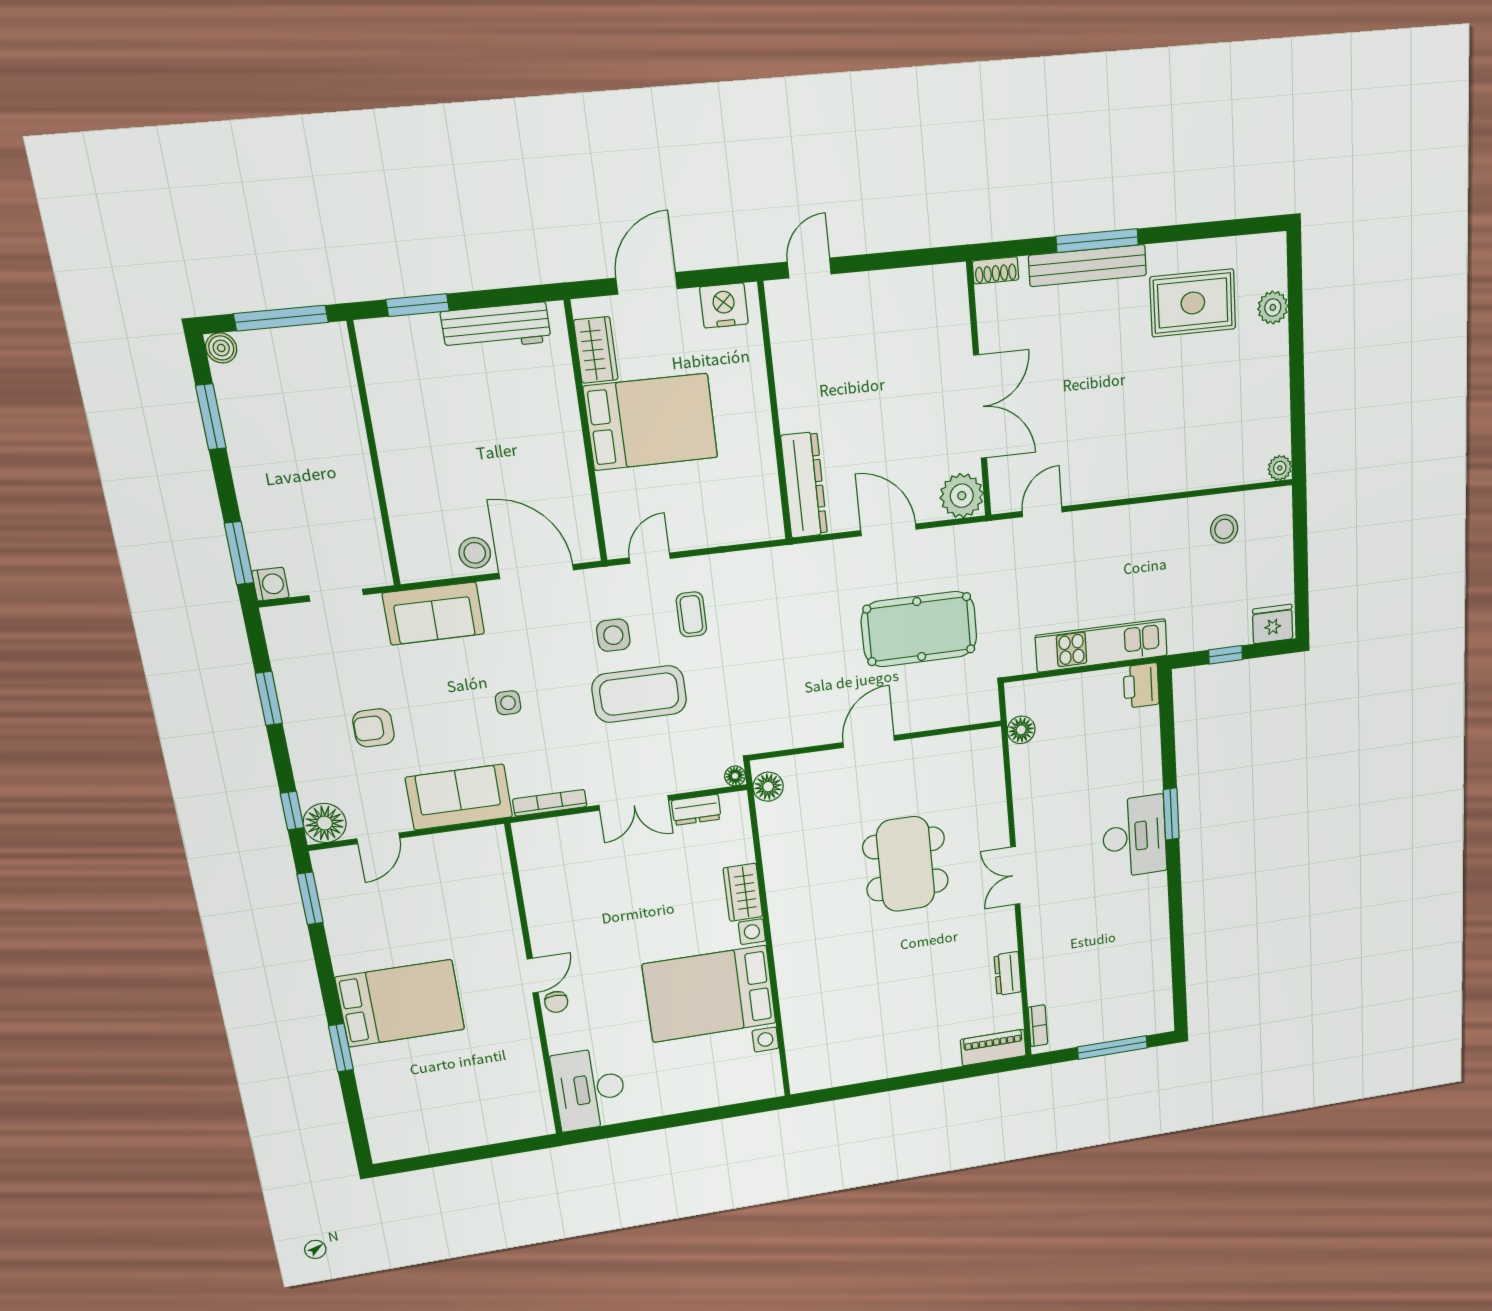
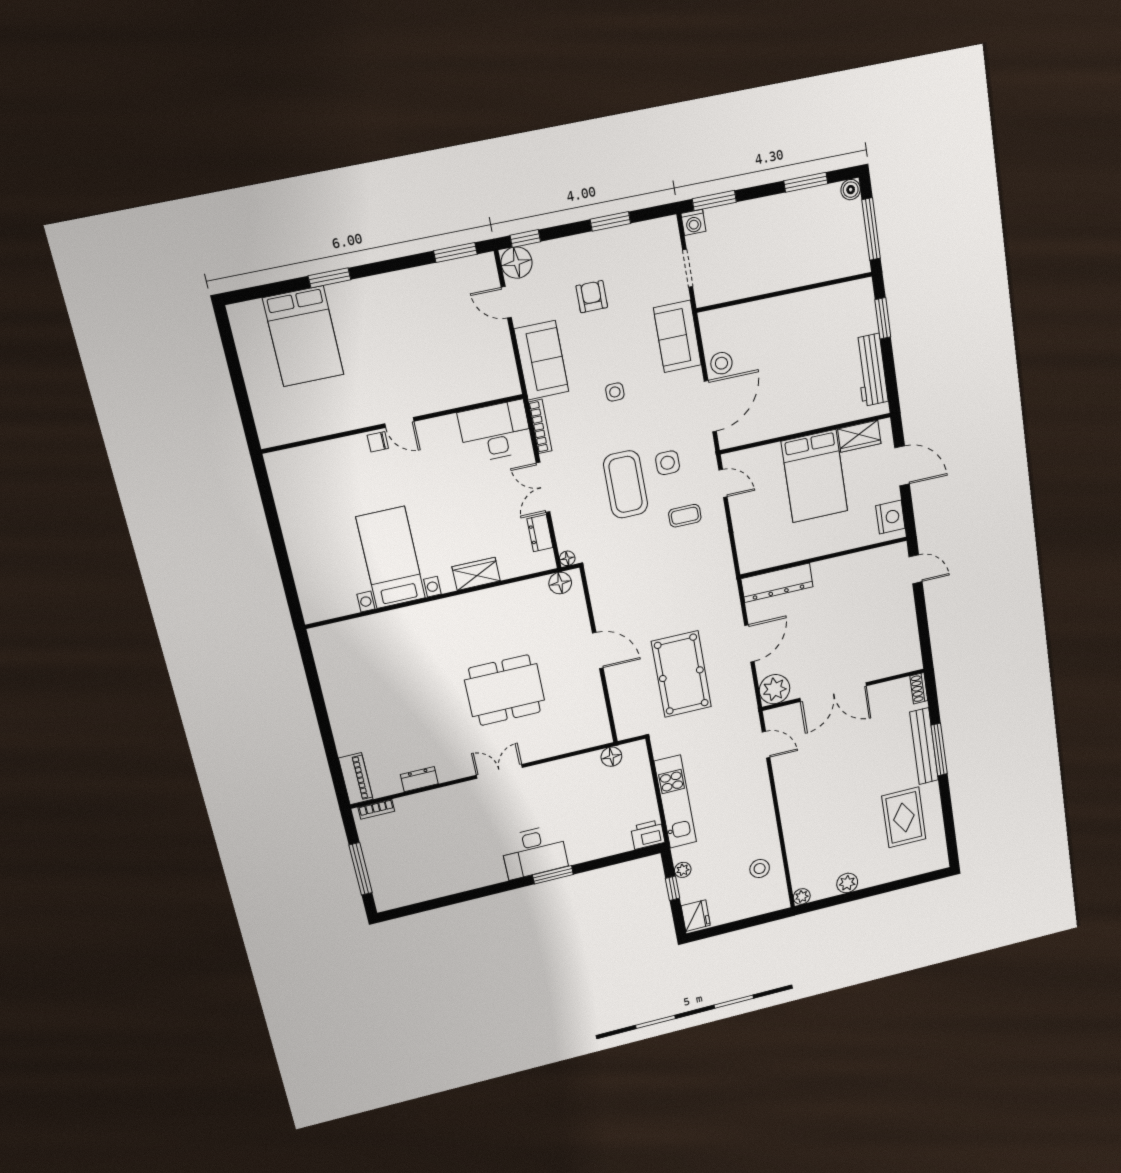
plant: (1273, 307) -> (847, 883), moved
plant: (1202, 639) -> (683, 870), added
bed with nightstands: (709, 994) -> (391, 558), width x0.73
bed: (400, 1003) -> (303, 336), moved
desk: (589, 1089) -> (495, 431), moved

